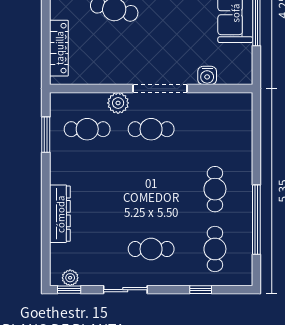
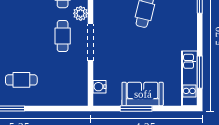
water cooler: (207, 75) -> (99, 87), moved

